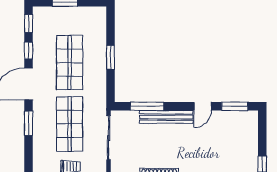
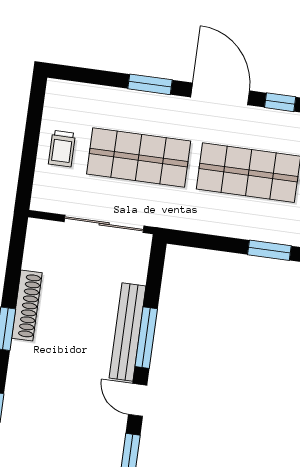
window: (111, 57) -> (269, 250), moved
window: (147, 106) -> (146, 338), moved

